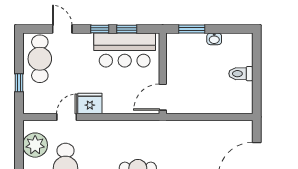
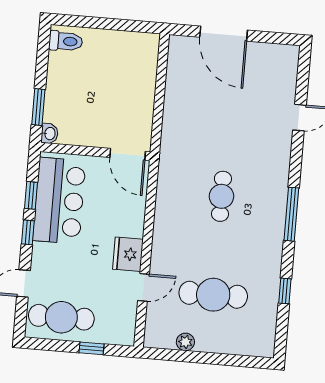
washbasin: (214, 39) -> (50, 134), moved
toilet: (241, 74) -> (66, 41), moved, turned -90
door: (67, 117) -> (144, 287), swing flipped
plant: (35, 145) -> (185, 342), width x0.53, depth x0.53

